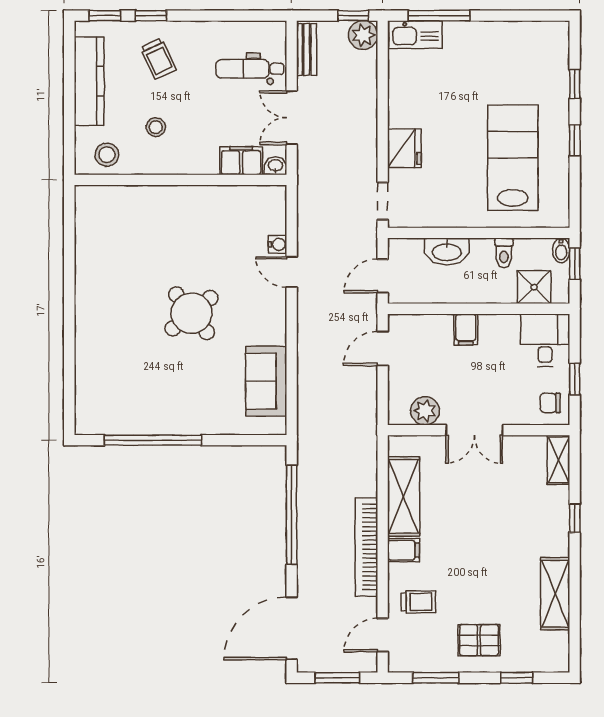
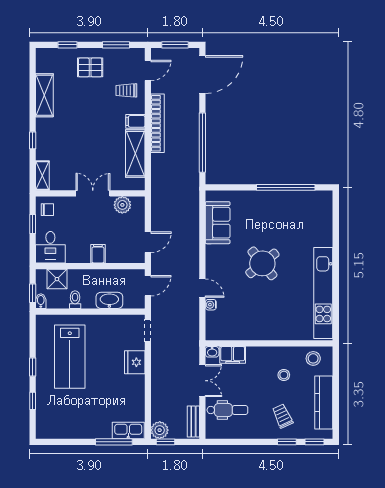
kitchen unit: (90, 264) -> (323, 293), added

